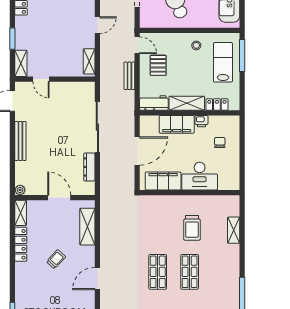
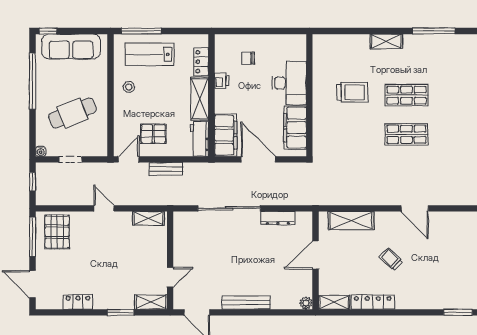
filing cabinet: (177, 124) -> (226, 135), moved
shelving: (234, 230) -> (386, 41), moved

